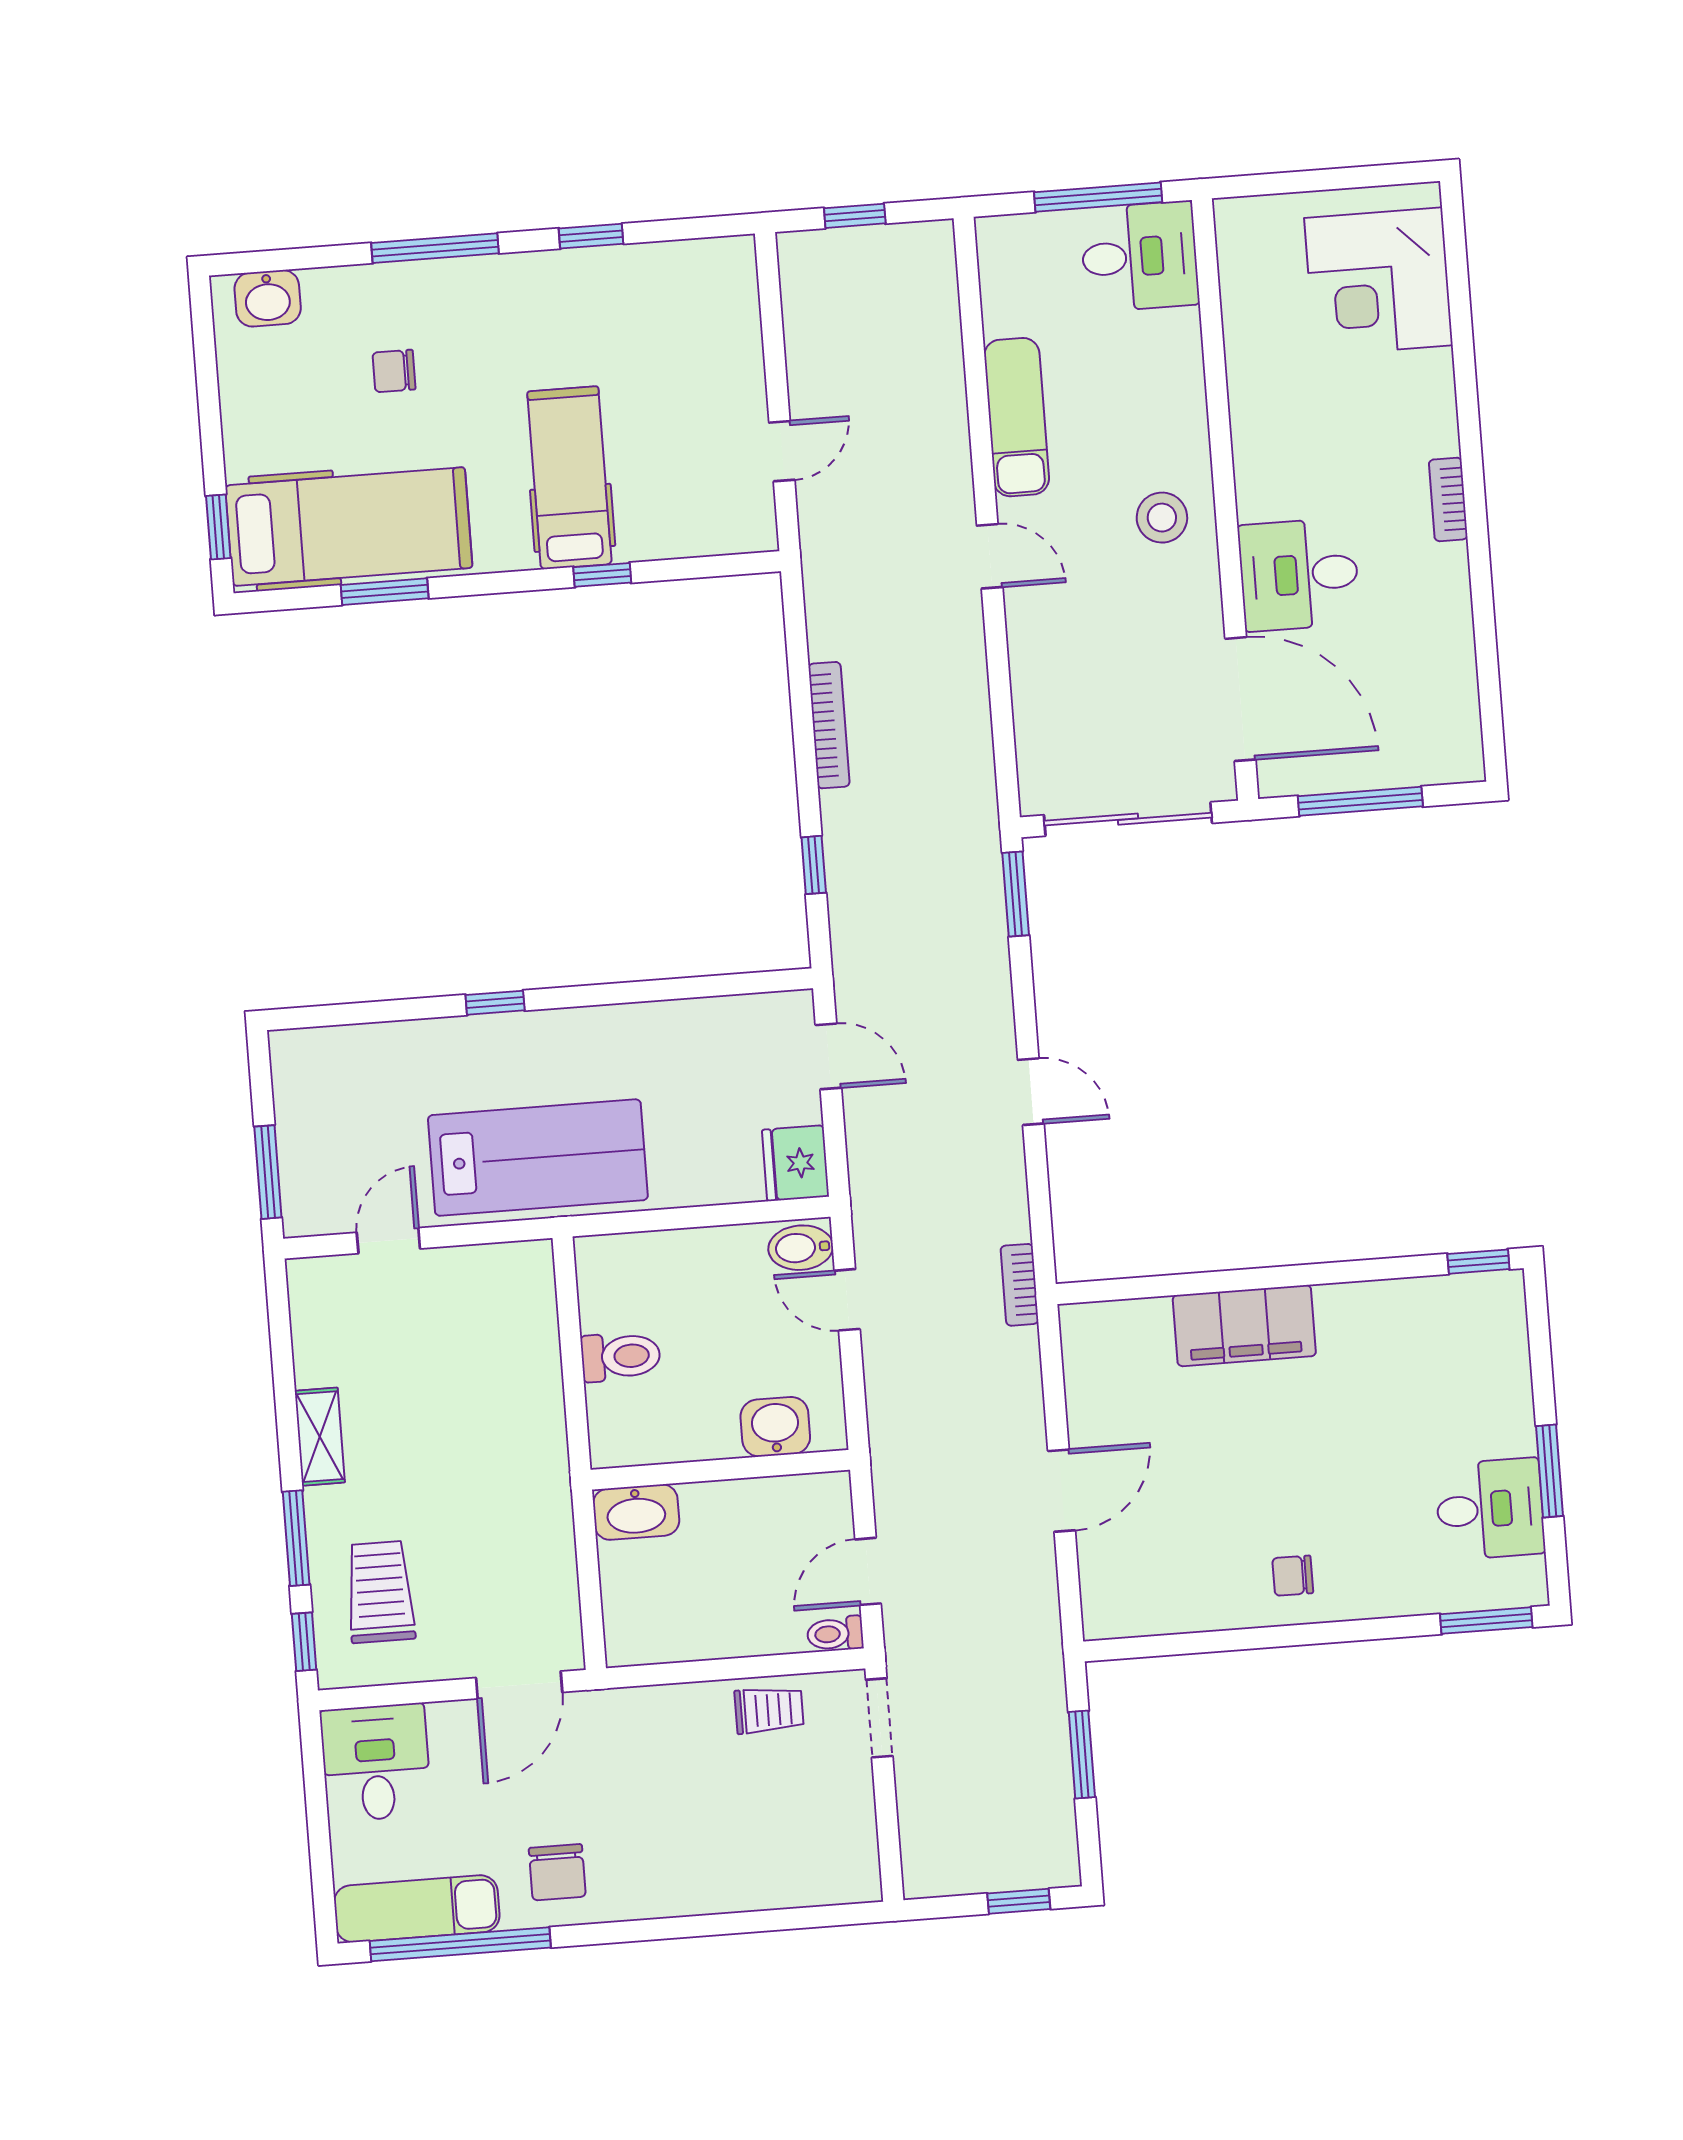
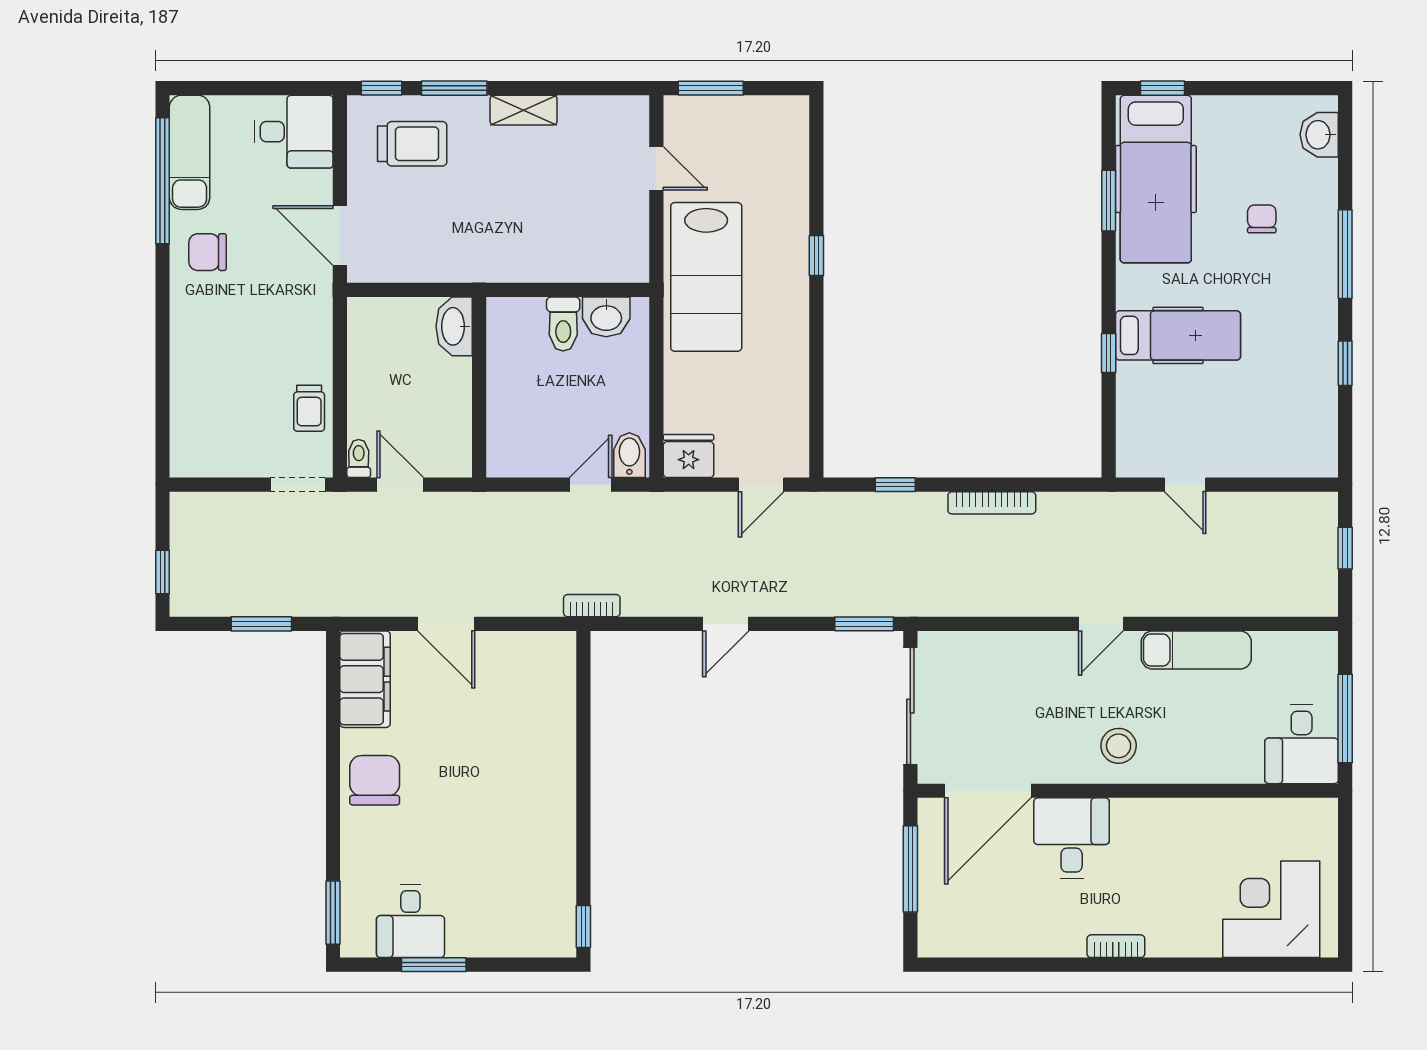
filing cabinet: (1244, 1326) -> (365, 679), moved, turned 180
washbasin: (775, 1427) -> (606, 317), moved, turned 90
chair: (1293, 1576) -> (375, 780), width x1.87, depth x1.87

